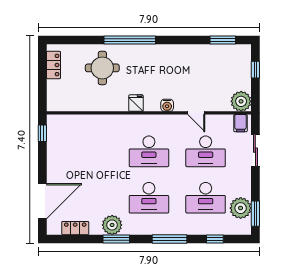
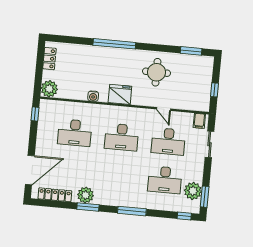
round table: (102, 68) -> (156, 72), moved
window: (255, 70) -> (215, 90), moved
plant: (241, 101) -> (49, 89), moved
fridge: (136, 103) -> (120, 94), width x1.88, depth x1.34
water cooler: (167, 105) -> (93, 96), moved
desk: (149, 198) -> (75, 133), moved
locker: (75, 228) -> (55, 195), width x1.53
window: (215, 239) -> (184, 216), moved

